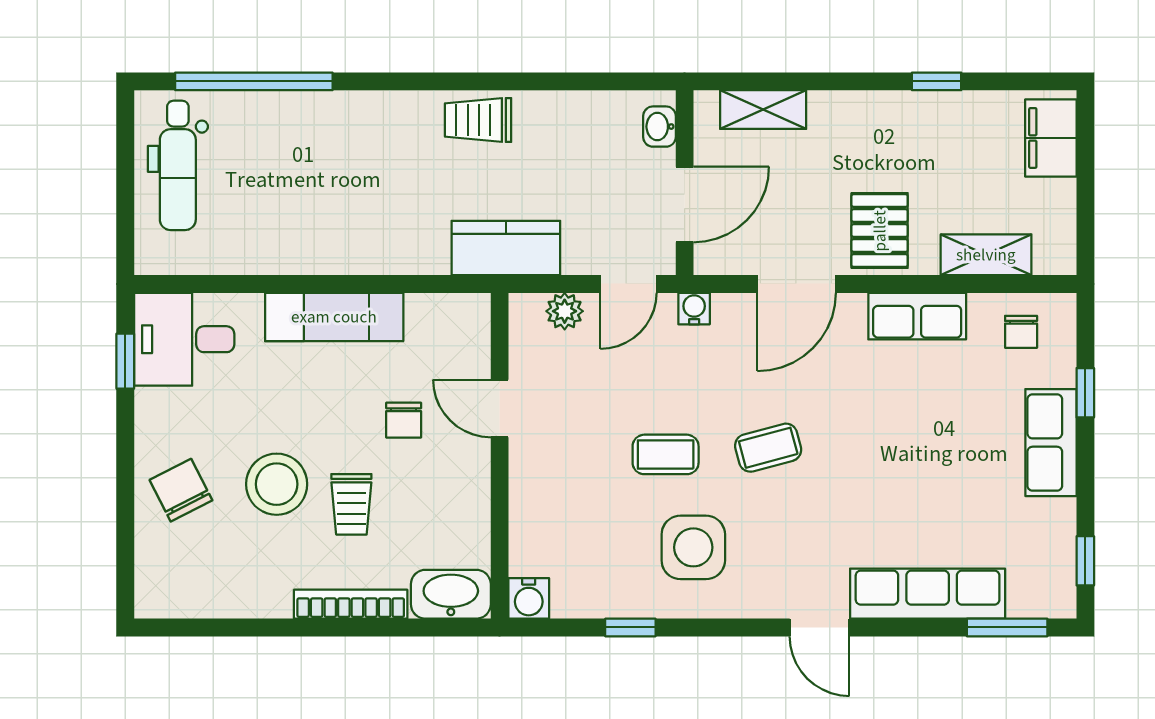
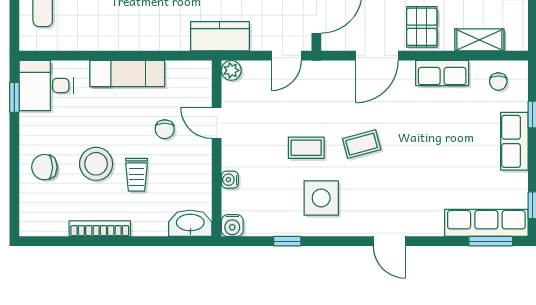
water cooler: (694, 309) -> (230, 180), moved, turned -90
plant: (565, 311) -> (231, 70), moved
chair: (181, 490) -> (44, 167), turned -63
row of seats: (928, 594) -> (486, 223), moved
bookcase: (351, 604) -> (100, 229), moved

